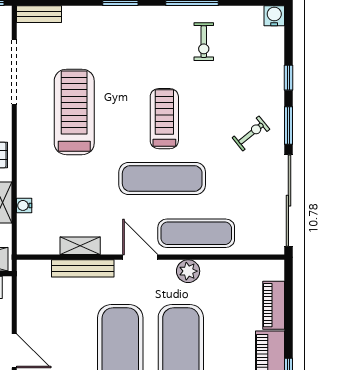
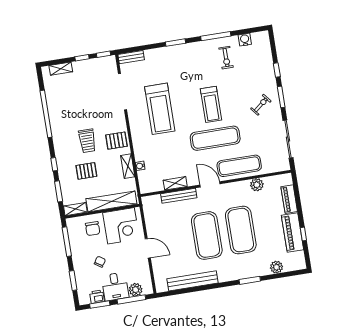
water cooler: (274, 16) -> (245, 40), moved
treadmill: (74, 112) -> (160, 109), turned 180
treadmill: (164, 119) -> (211, 104), turned 180
sliding door: (288, 201) -> (288, 139), width x0.73
plant: (188, 271) -> (257, 185), moved

